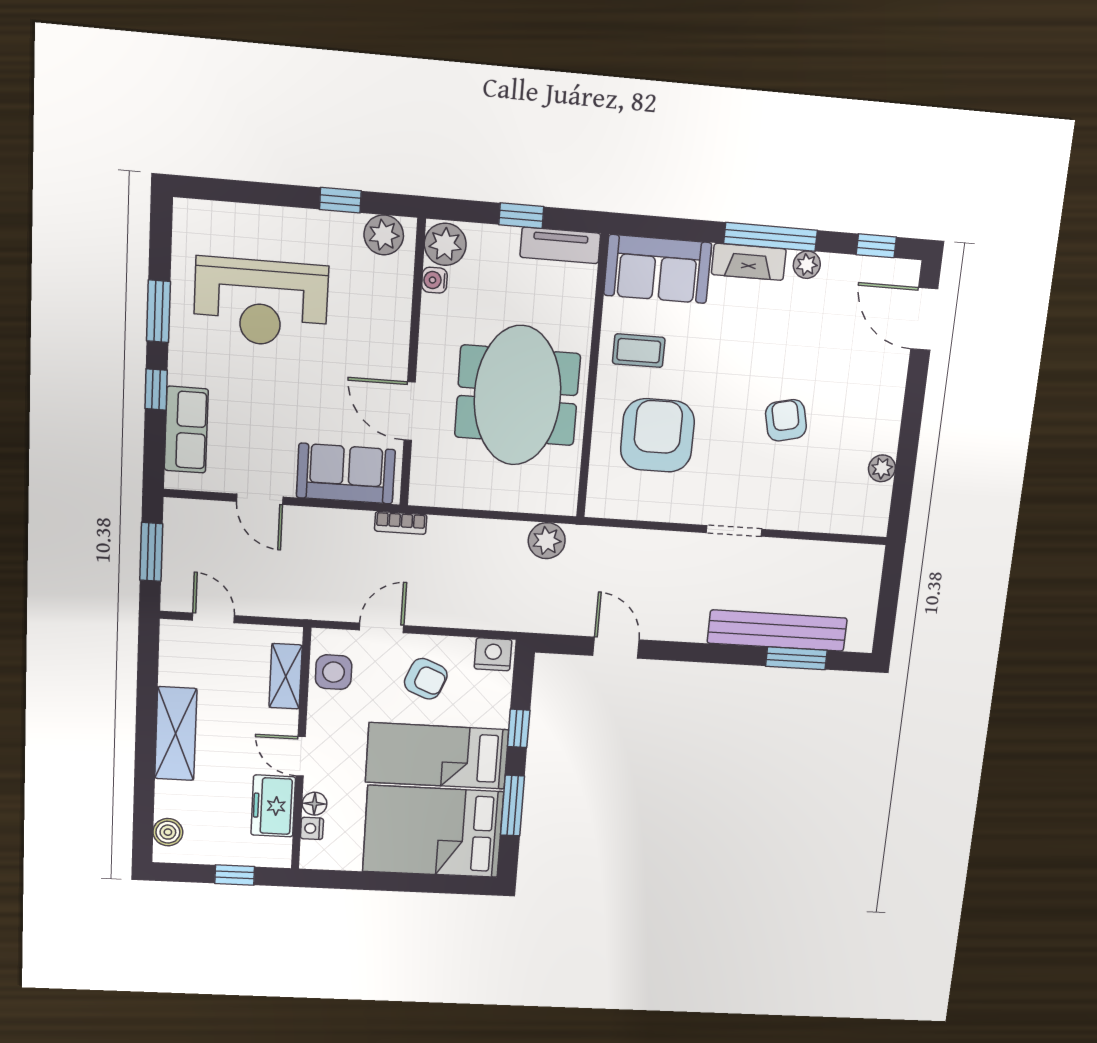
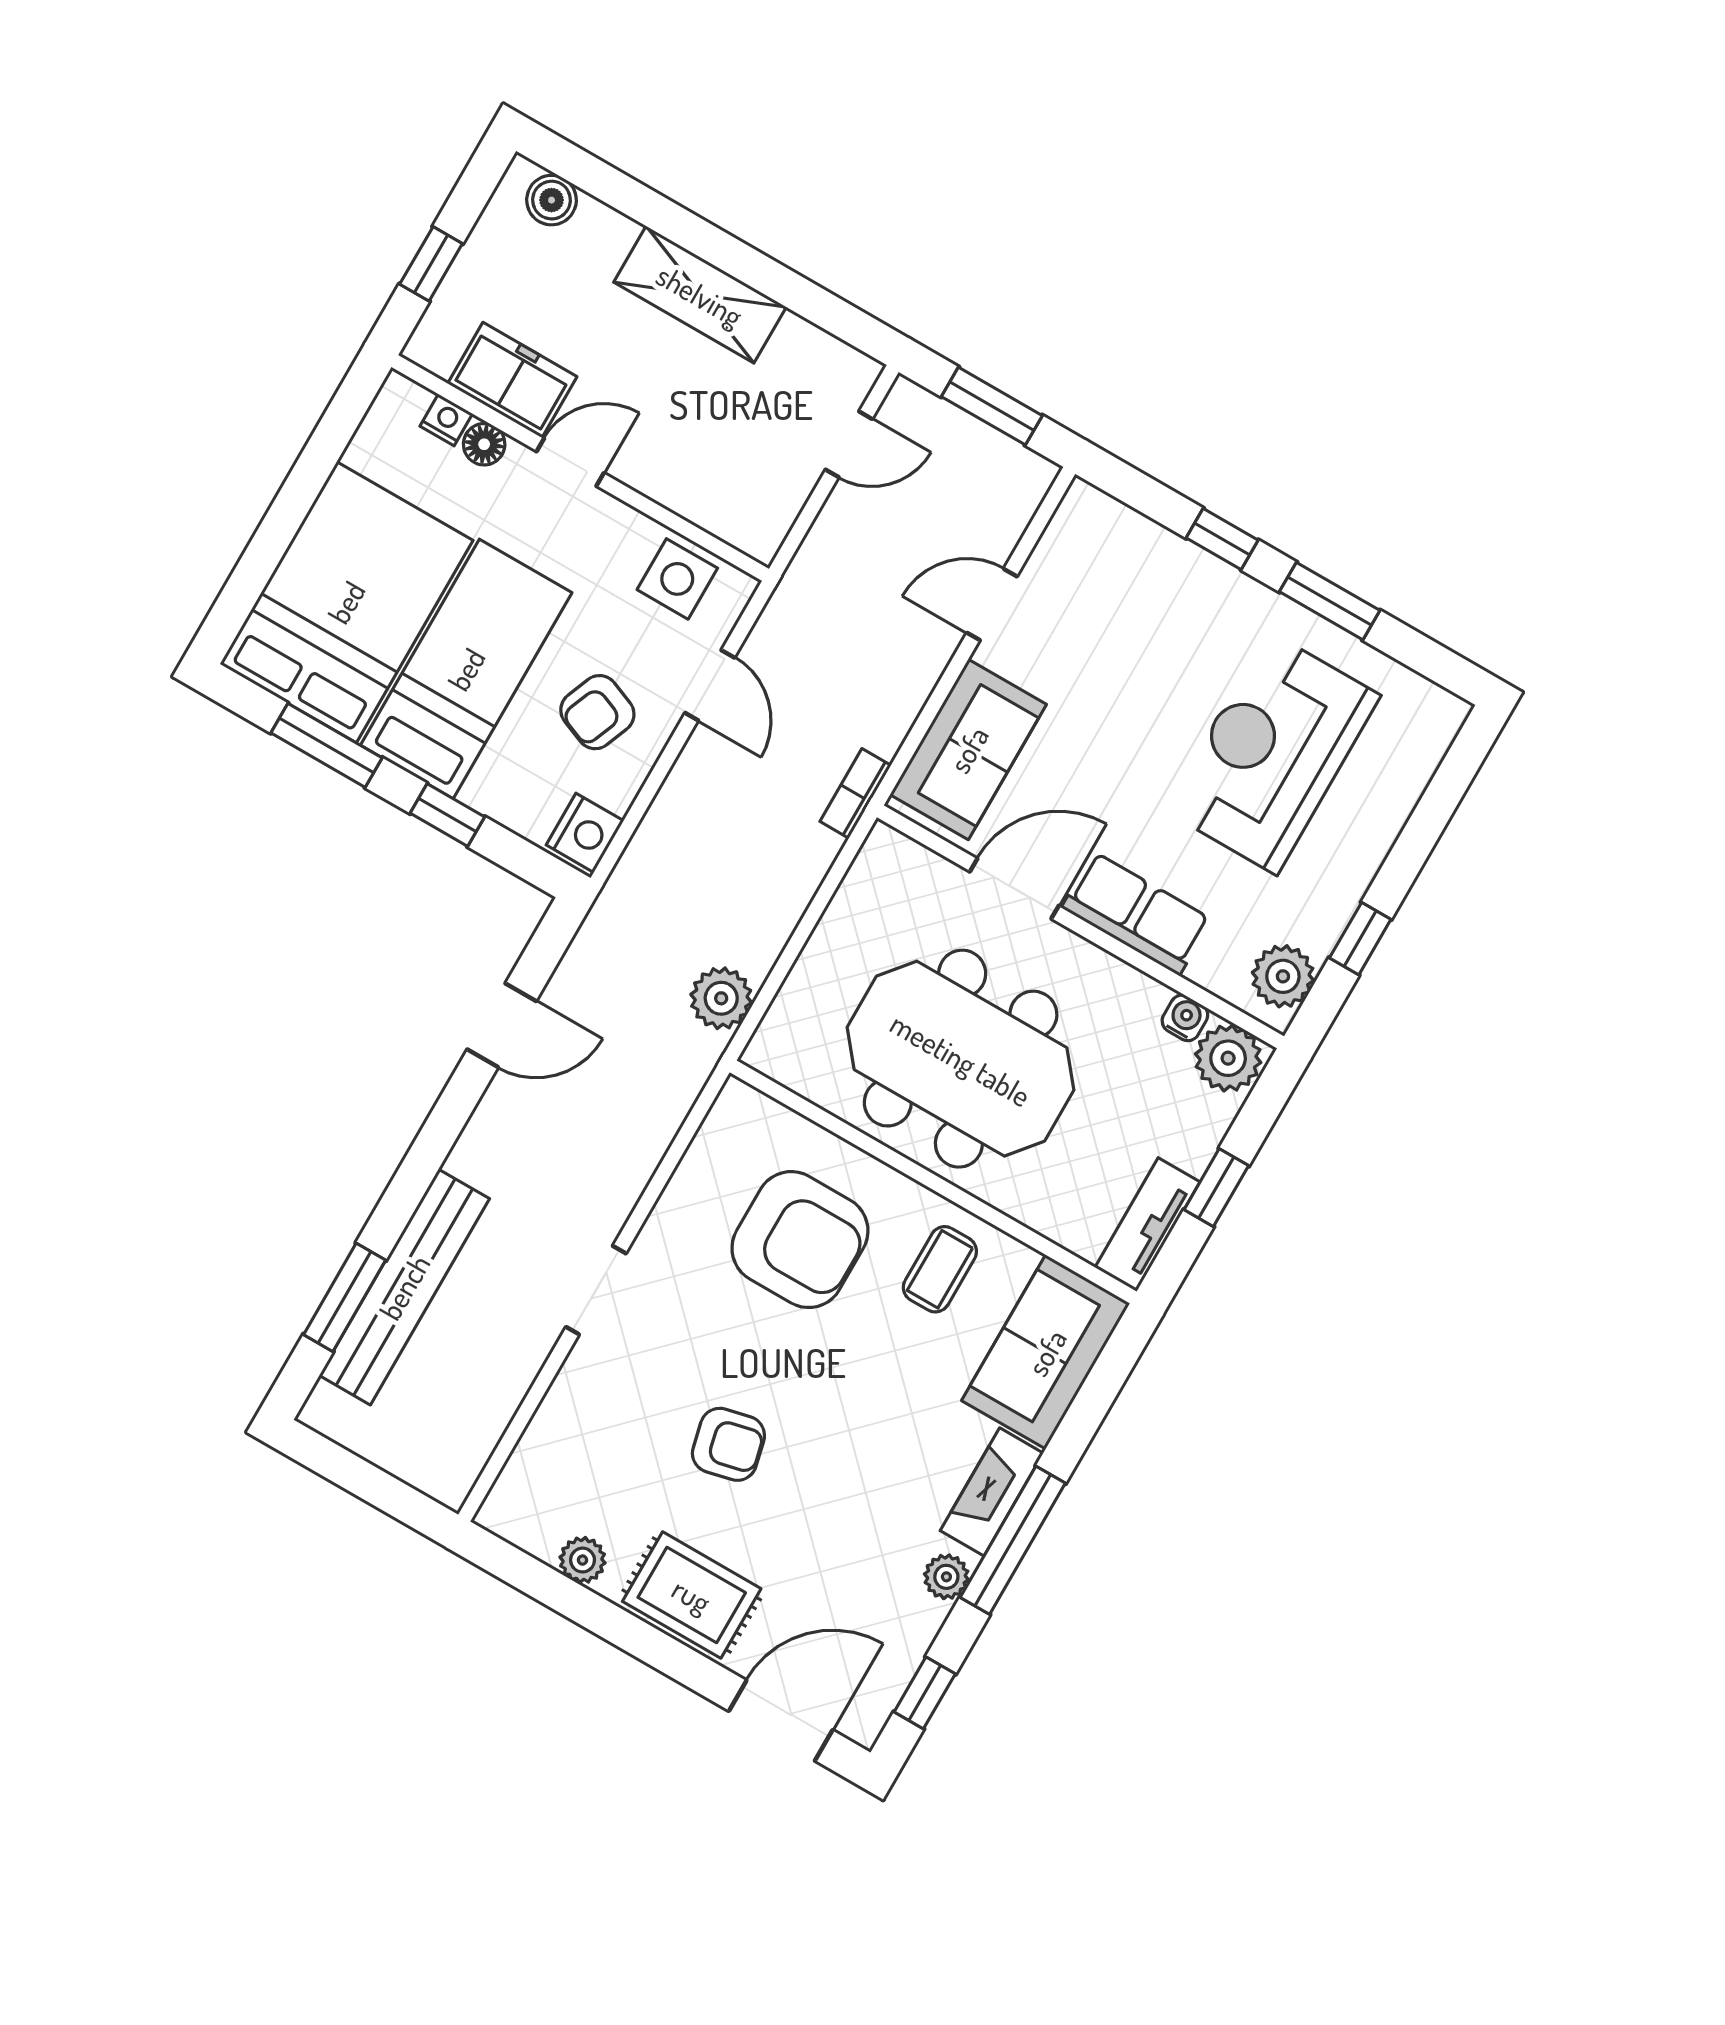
rug: (876, 401) -> (692, 1595), added
row of seats: (186, 430) -> (1137, 914), moved, turned 180
shelving: (286, 676) -> (707, 504), removed

